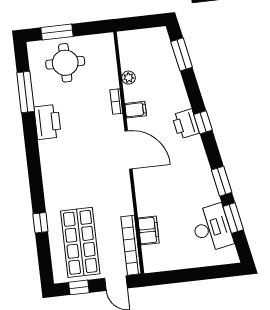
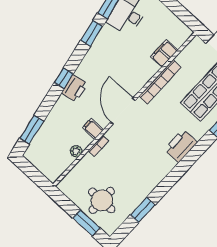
window: (26, 92) -> (143, 210), width x0.69
printer: (47, 122) -> (181, 146), moved
bookcase: (131, 245) -> (160, 82), moved

